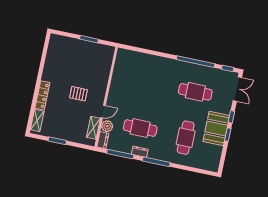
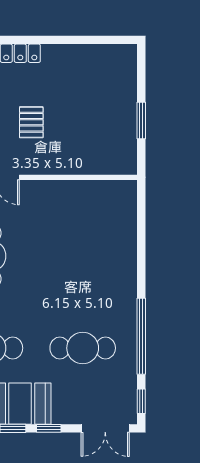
cafe table: (195, 92) -> (83, 348), turned 90

